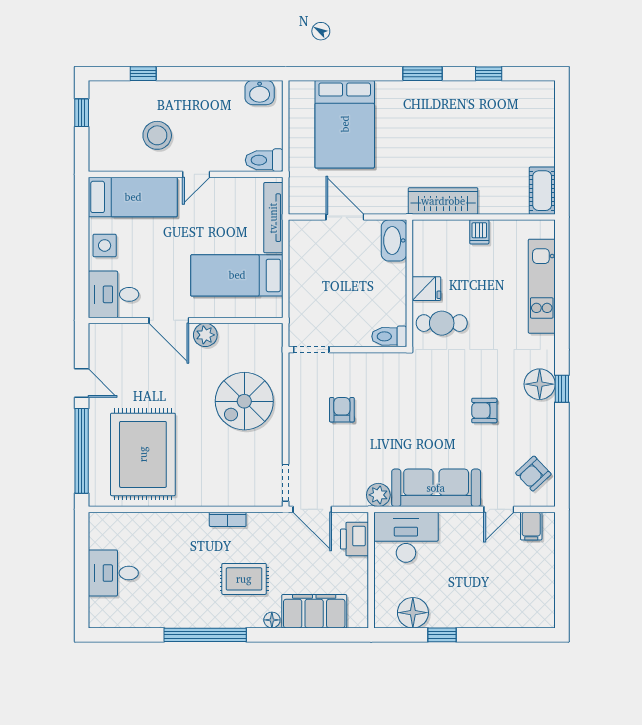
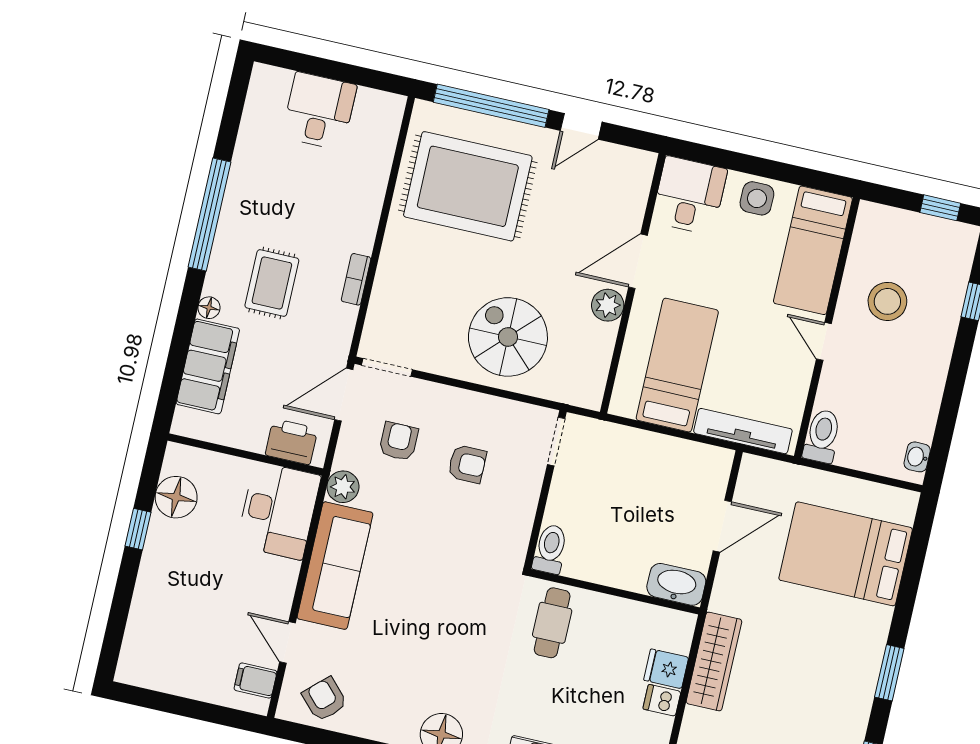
washbasin: (260, 93) -> (917, 457), width x0.72, depth x0.69
fridge: (426, 289) -> (666, 669), moved, turned 90
armchair: (484, 411) -> (399, 441), moved

